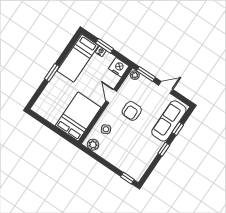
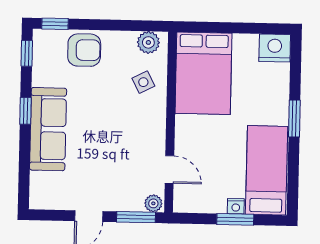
nightstand: (119, 67) -> (275, 48), moved, turned 180
door: (111, 96) -> (169, 170), moved
armchair: (132, 111) -> (84, 50), moved, turned 90
sofa: (169, 121) -> (48, 129), moved
window: (178, 129) -> (27, 53), moved

